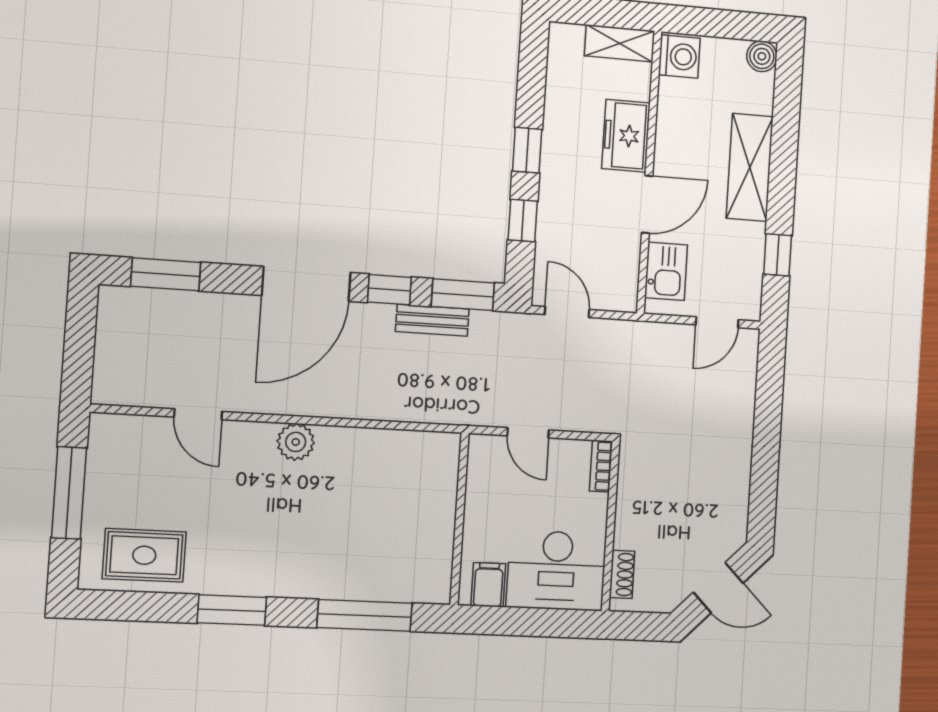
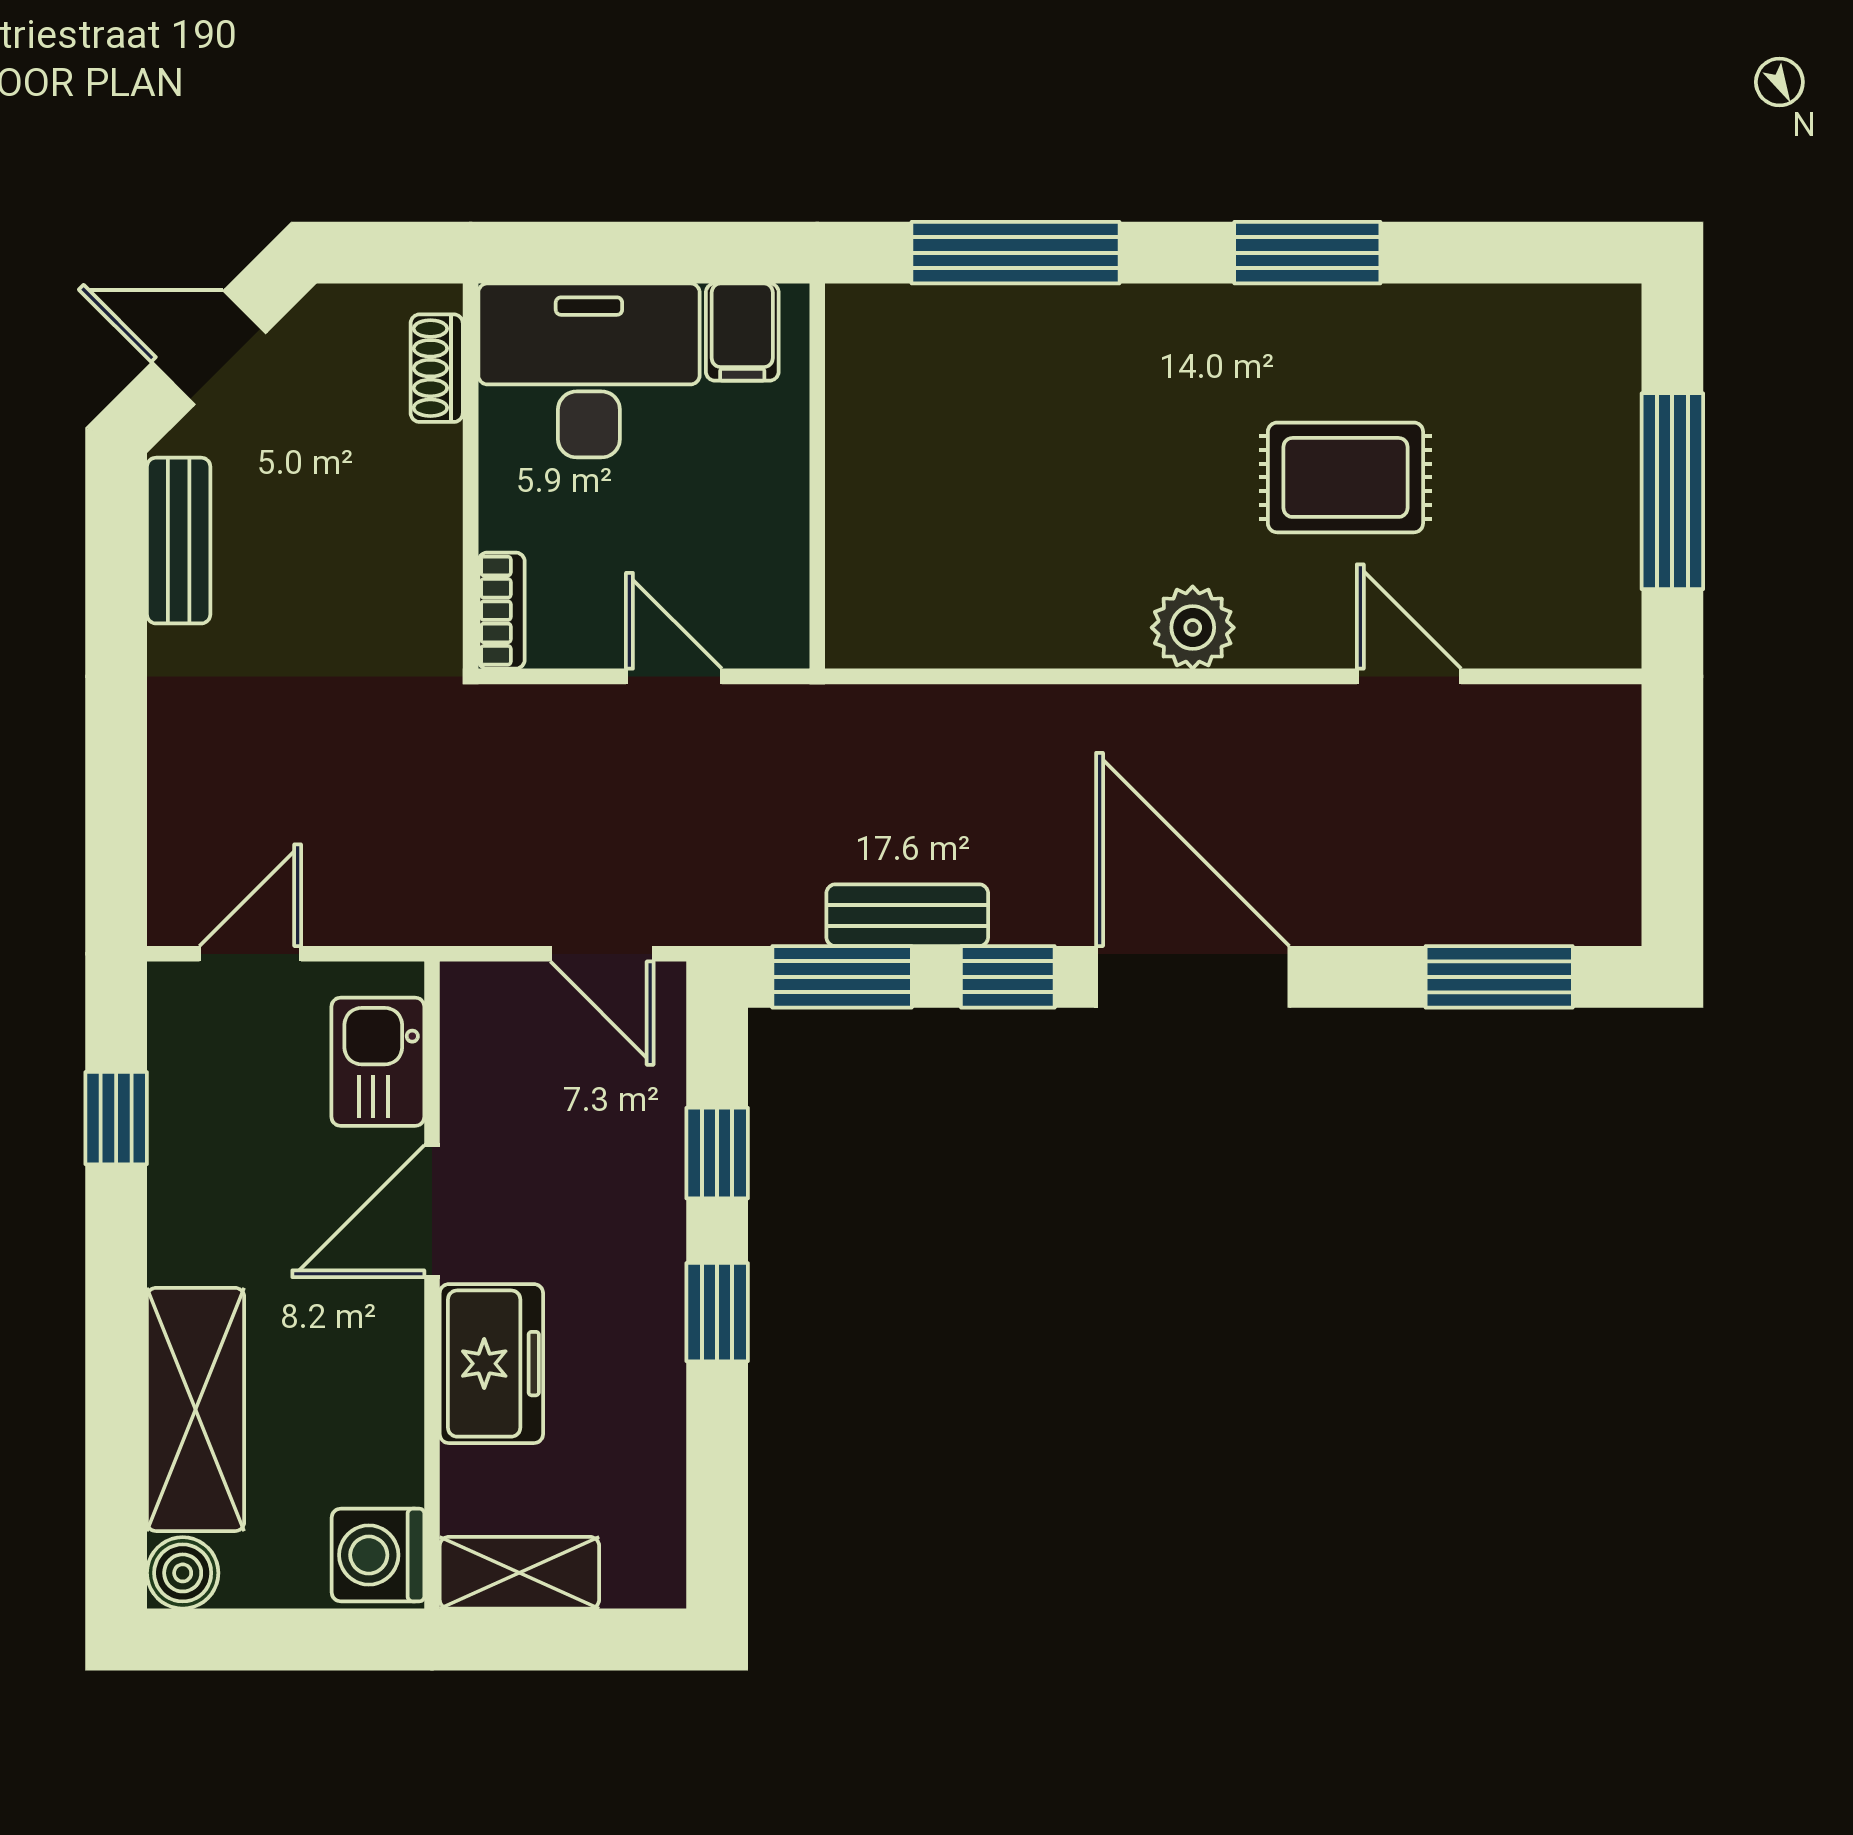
shelving: (750, 167) -> (196, 1409), moved
door: (306, 284) -> (1193, 977), hinge flipped
bench: (736, 504) -> (179, 541), added
rug: (144, 555) -> (1345, 477), moved

